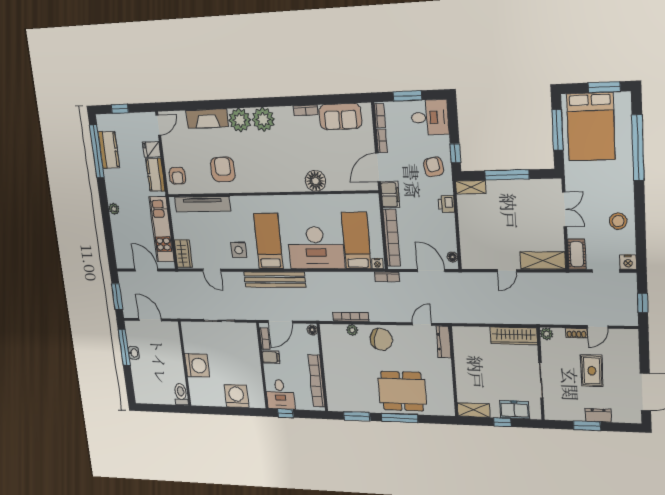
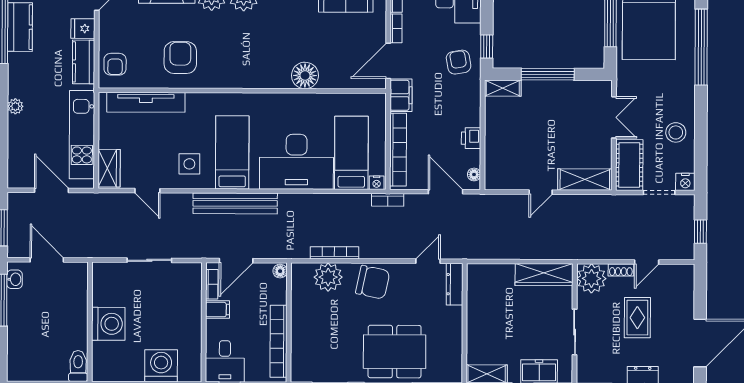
printer: (446, 204) -> (471, 138), moved
cot: (577, 254) -> (629, 165), width x1.37, depth x1.34
plant: (352, 330) -> (328, 277), width x1.88, depth x1.88
plant: (547, 334) -> (591, 278), width x1.87, depth x1.87
washbasin: (134, 353) -> (15, 279), moved

